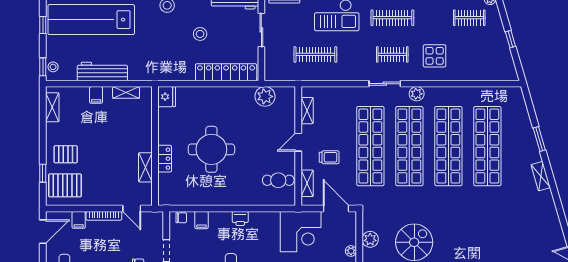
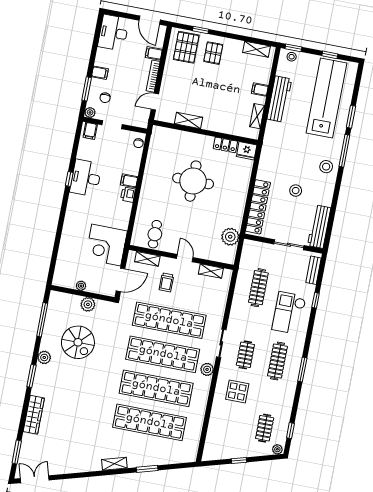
locker: (165, 159) -> (225, 145), moved
filing cabinet: (202, 220) -> (129, 181), moved

